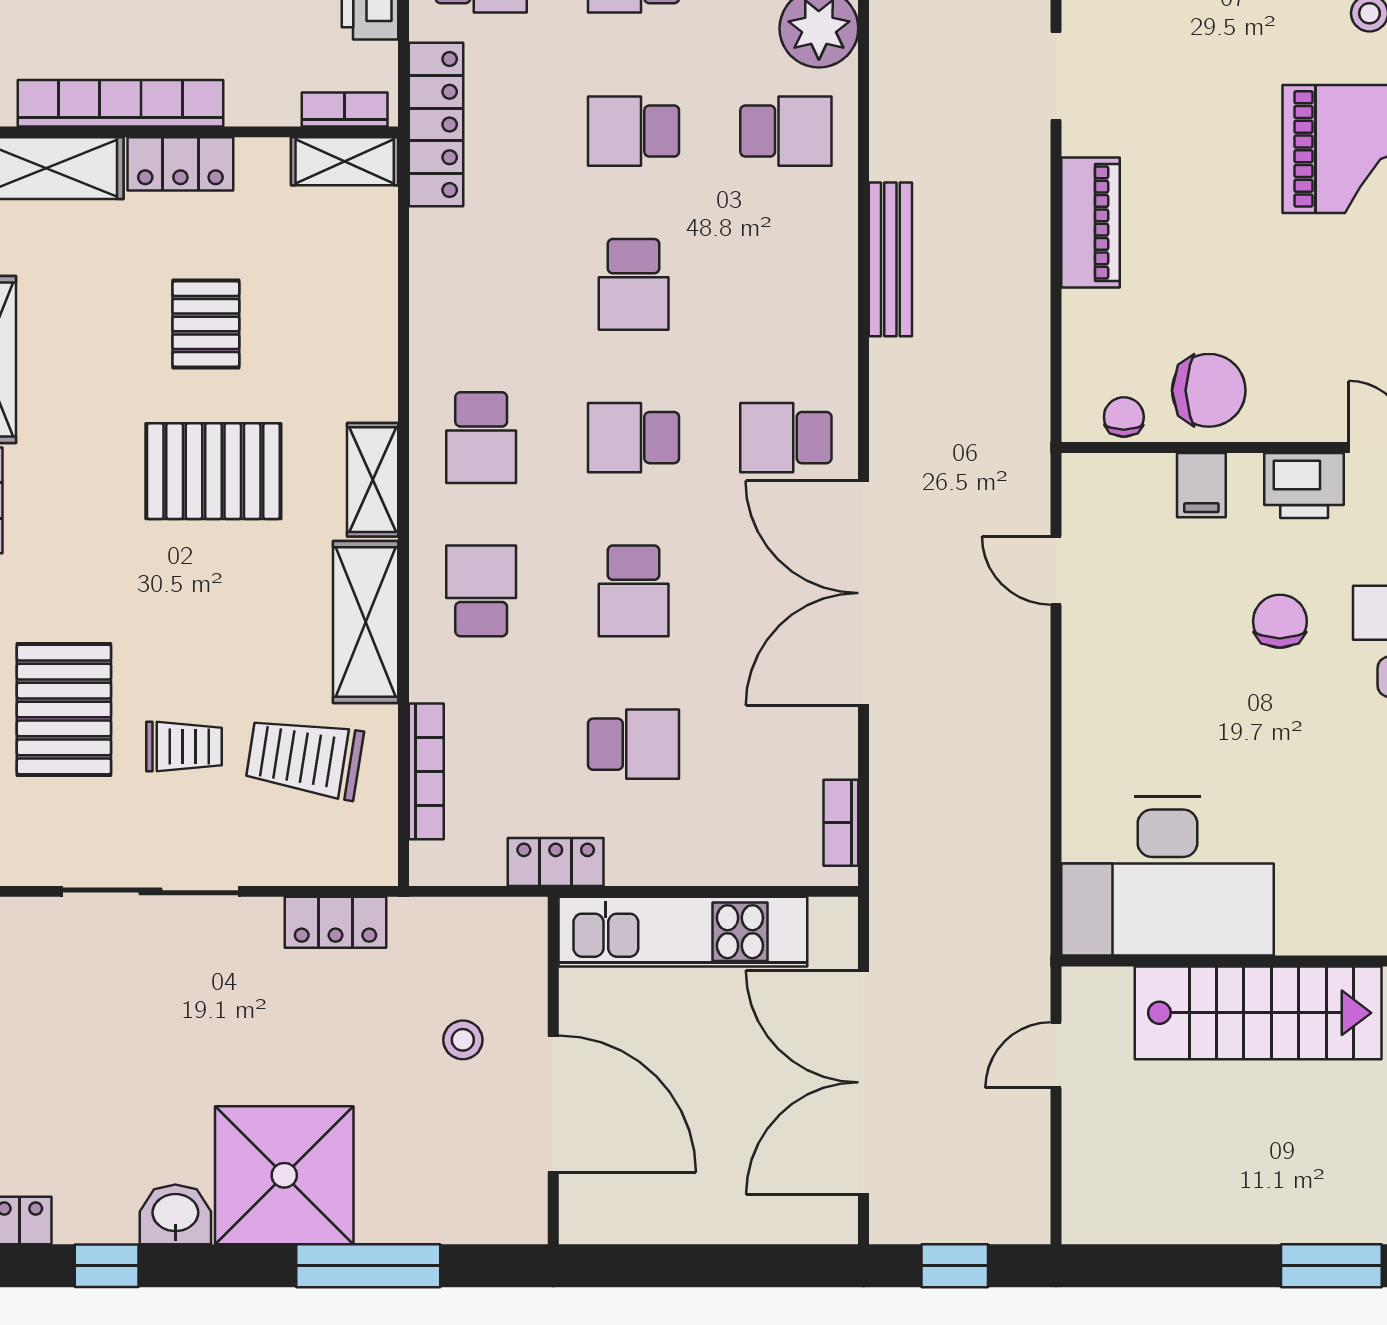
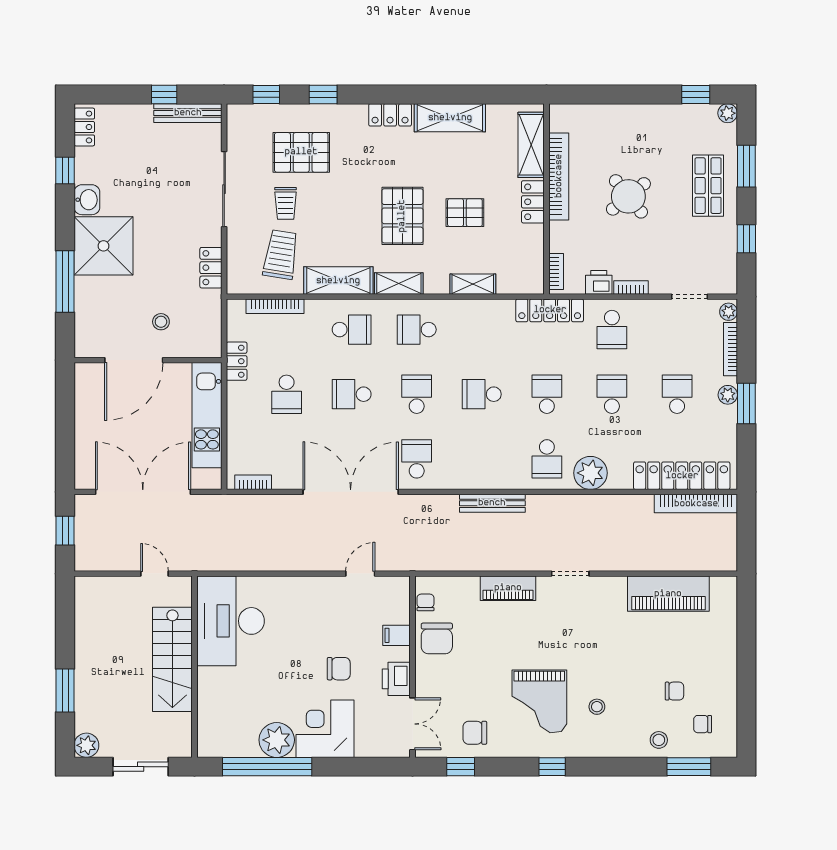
shelving: (345, 161) -> (473, 284), moved, turned 90
chair: (1124, 417) -> (425, 602), turned -90

